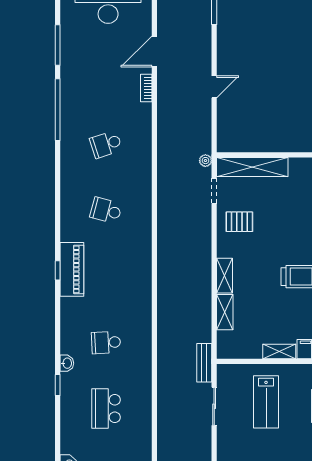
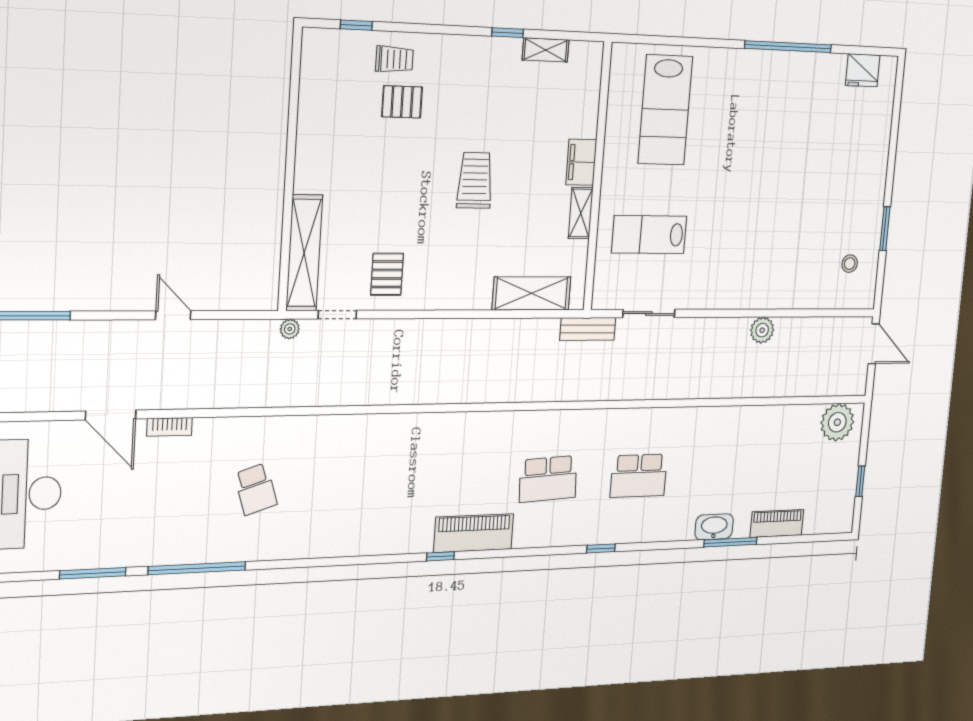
school desk: (106, 210) -> (357, 486), removed
piano: (72, 269) -> (474, 533), moved
shelving: (225, 276) -> (465, 298), removed
shelving: (225, 312) -> (532, 293), width x1.50, depth x1.33
school desk: (106, 342) -> (548, 479), width x1.85
washbasin: (67, 363) -> (572, 536), removed
lab bench: (266, 402) -> (649, 235), turned 180

